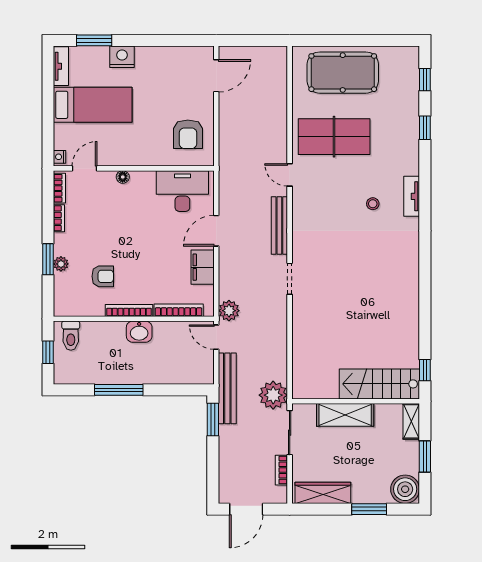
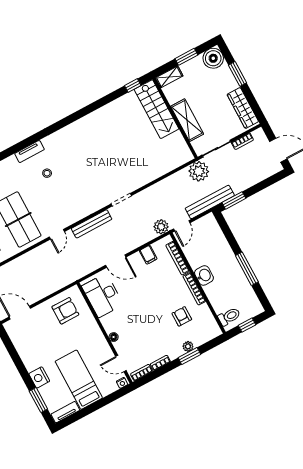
filing cabinet: (203, 267) -> (148, 255), width x0.50

